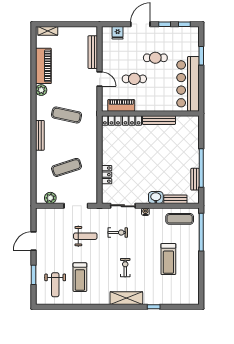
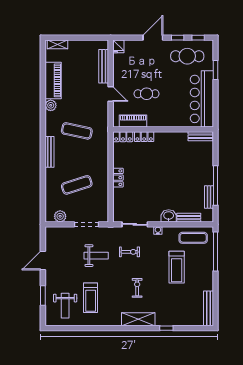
fridge: (118, 33) -> (118, 46), moved
cafe table: (155, 58) -> (187, 56), moved, width x1.37, depth x1.35
bench: (159, 120) -> (201, 136), moved, width x0.73
locker: (107, 175) -> (118, 178), moved
treadmill: (168, 259) -> (177, 267), moved
bench: (194, 288) -> (208, 308), added

